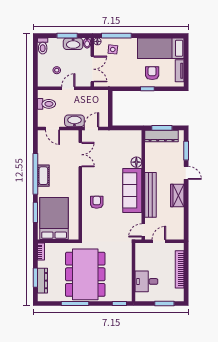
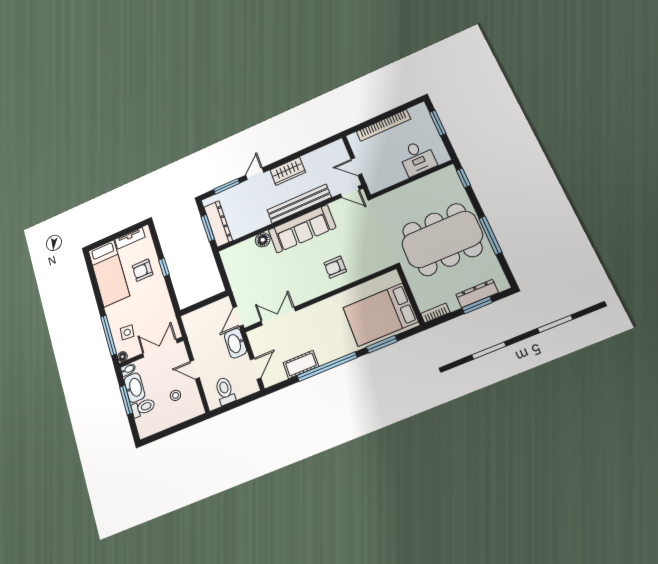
toilet: (43, 46) -> (143, 408), moved
door: (91, 128) -> (238, 316), hinge flipped
cot: (43, 176) -> (301, 364), moved

